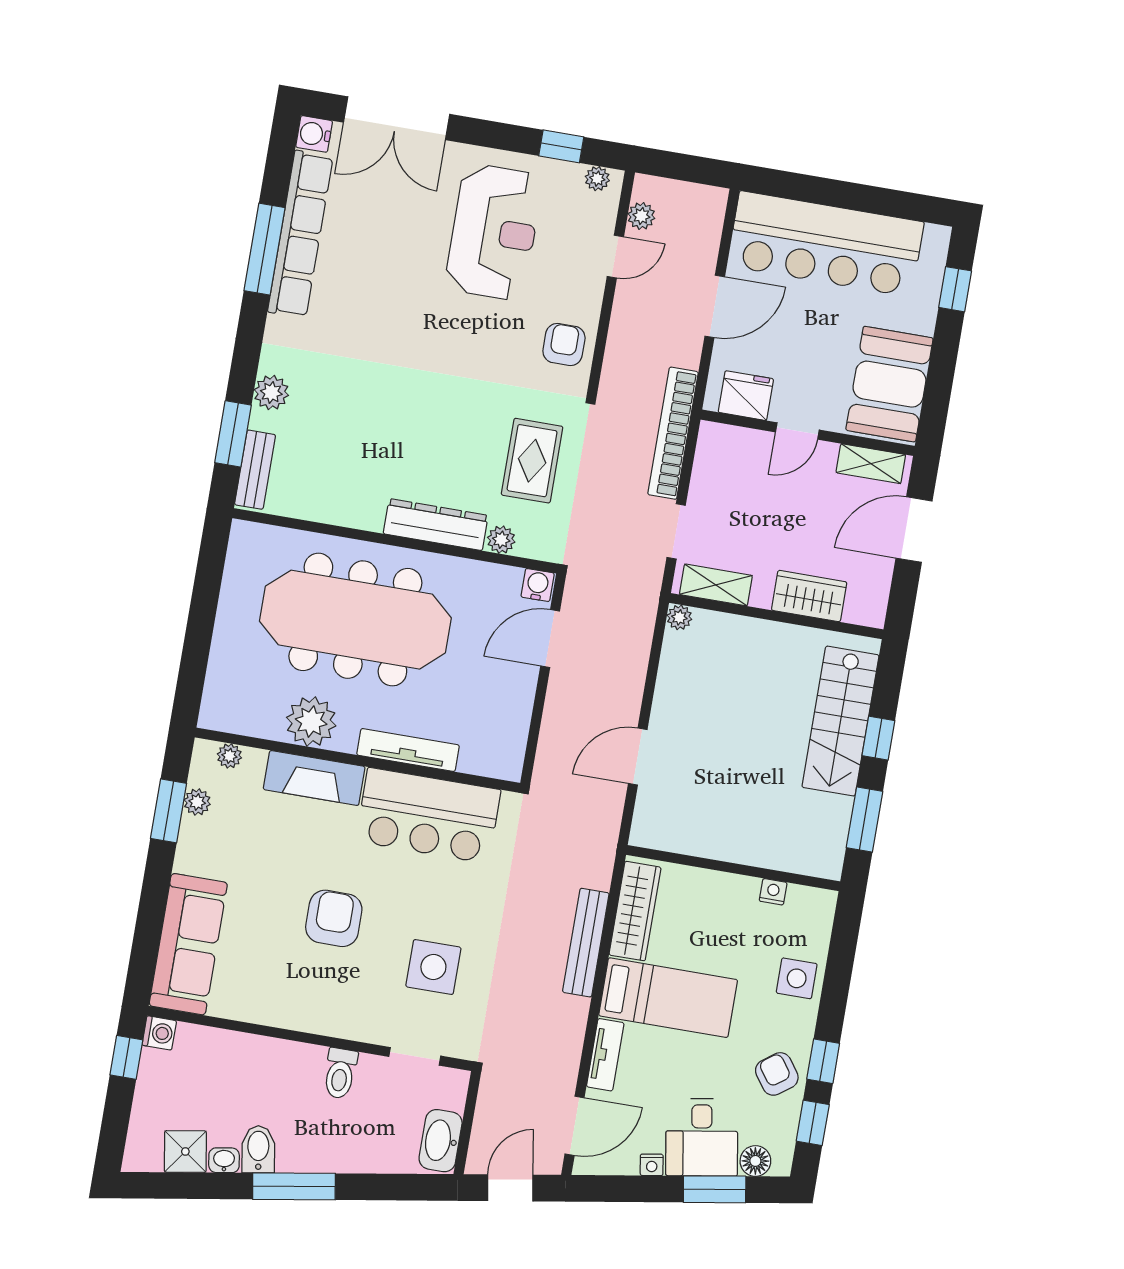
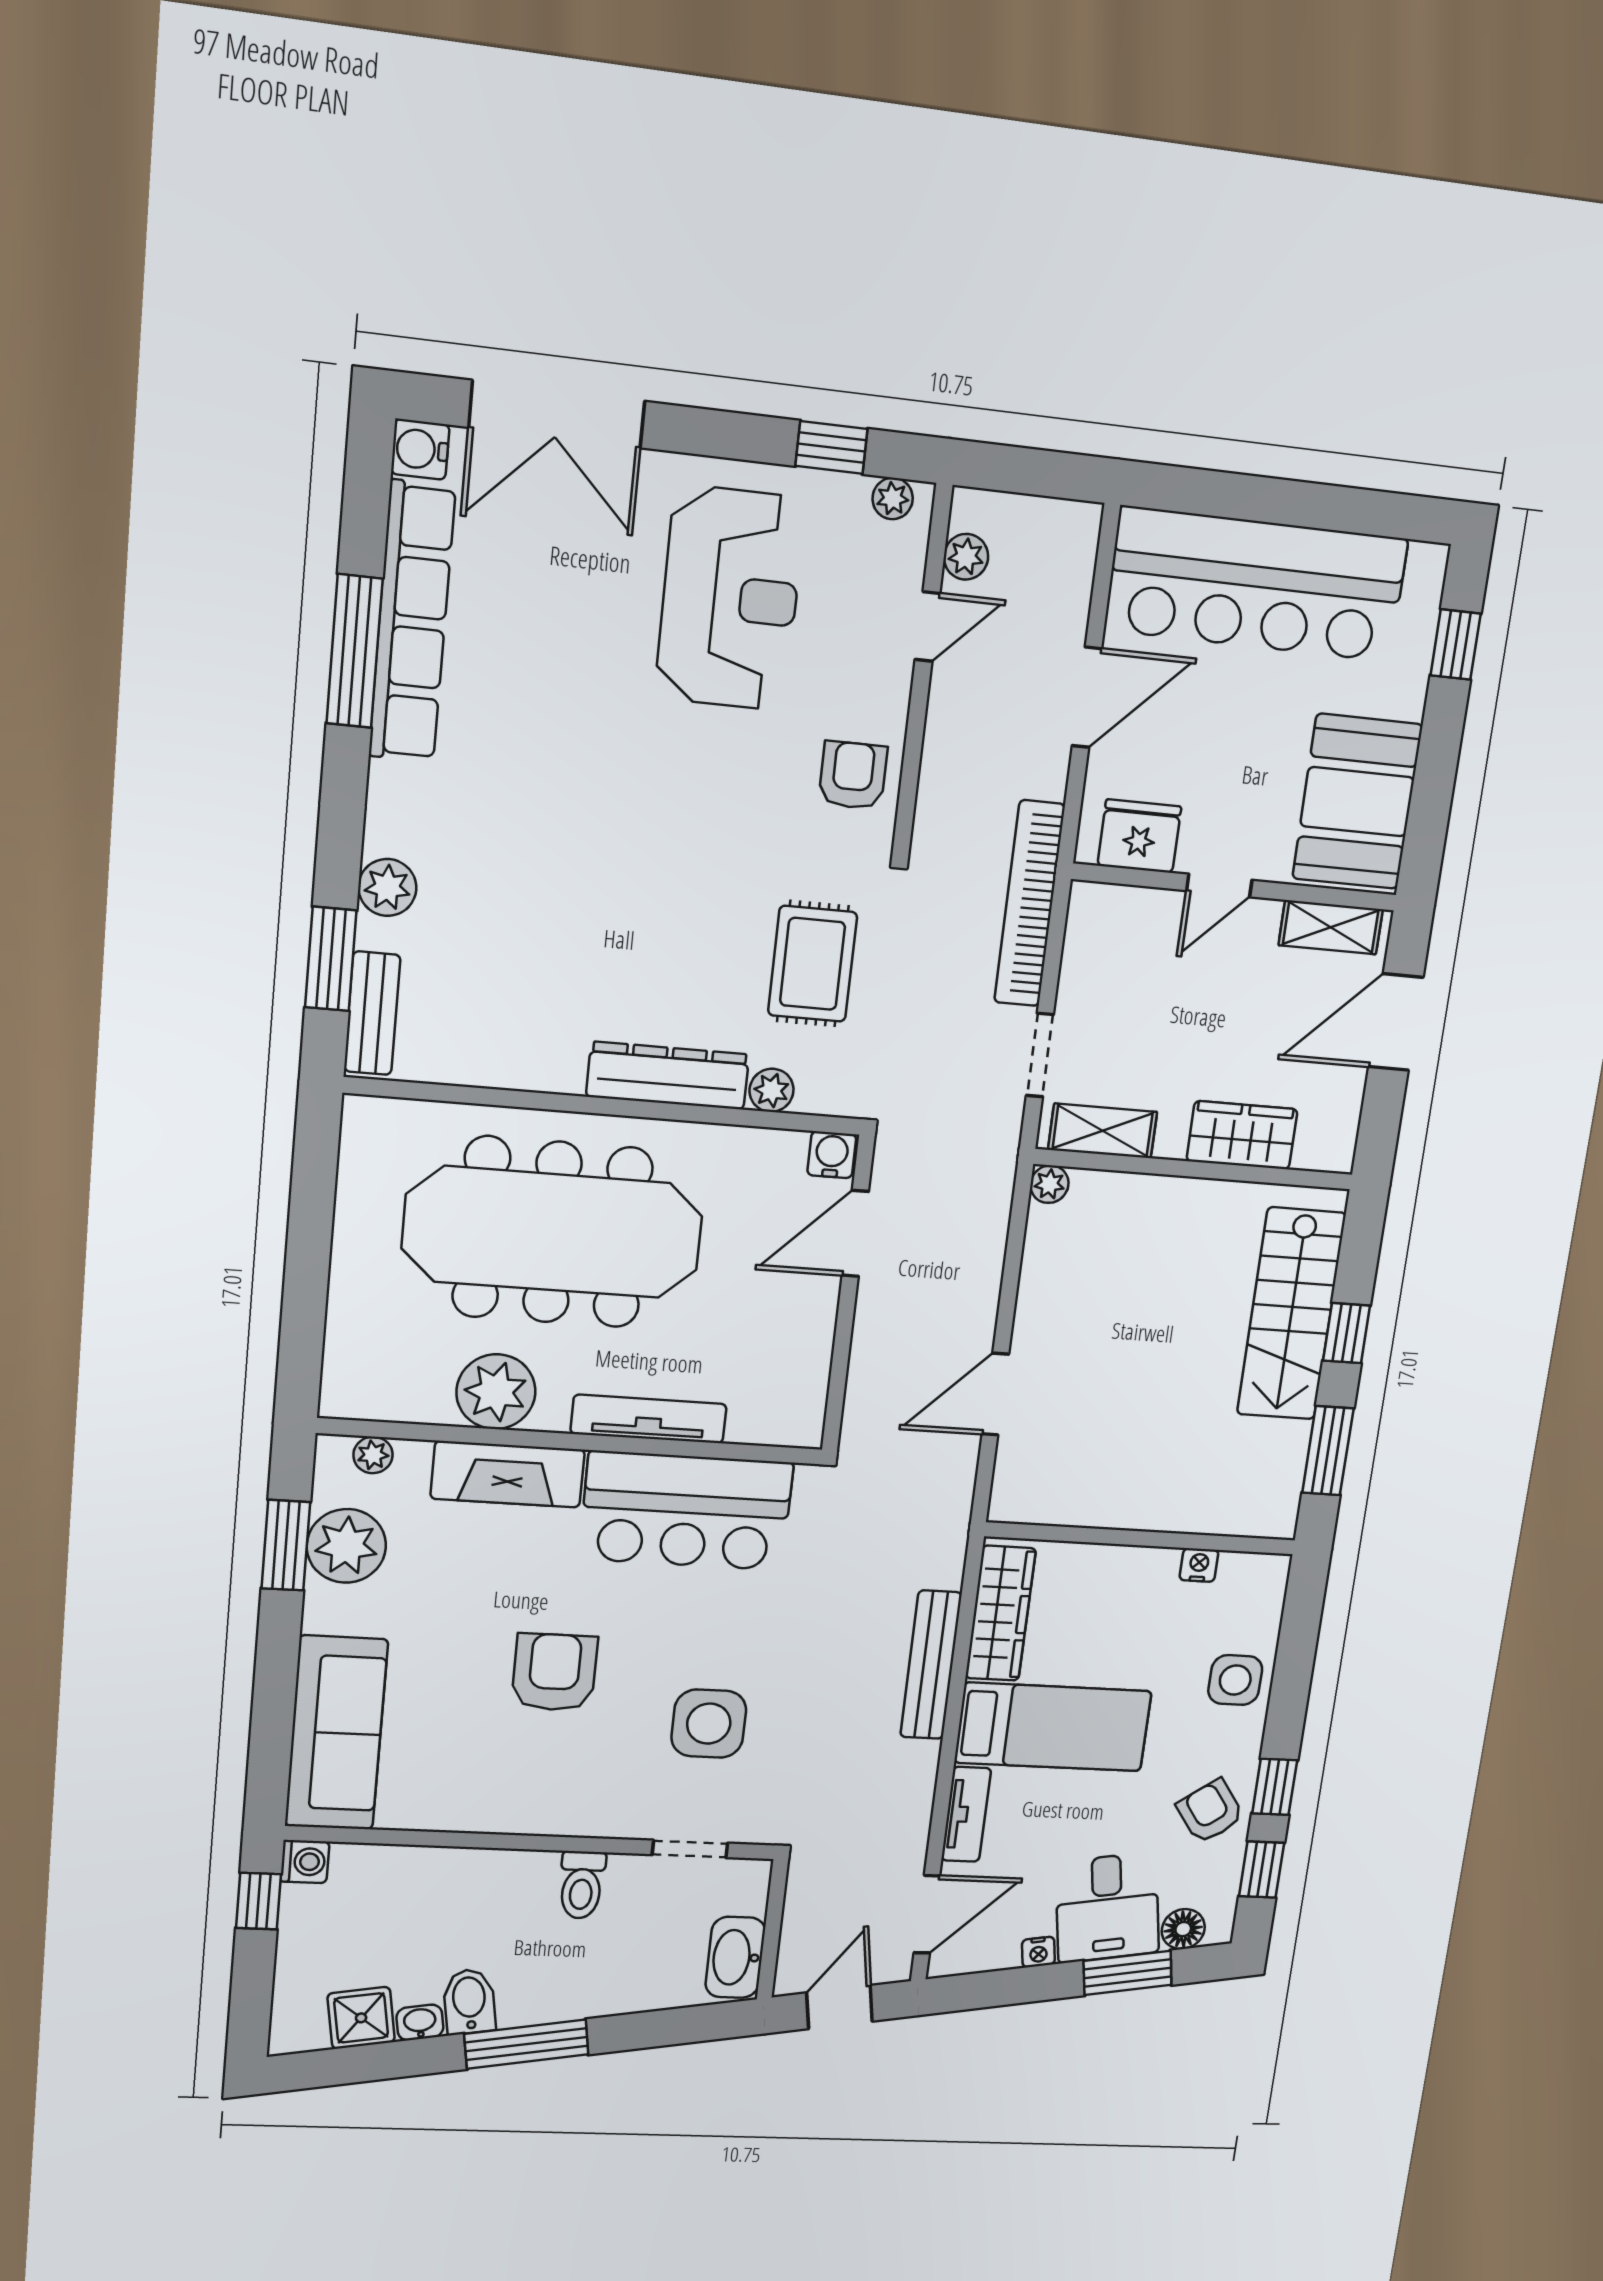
plant: (197, 802) -> (346, 1546), width x1.88, depth x1.88

